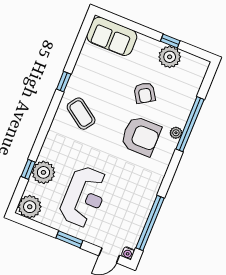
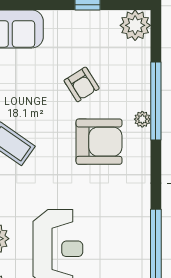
plant: (170, 57) -> (135, 25), moved

